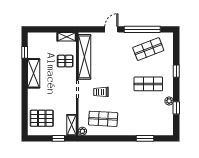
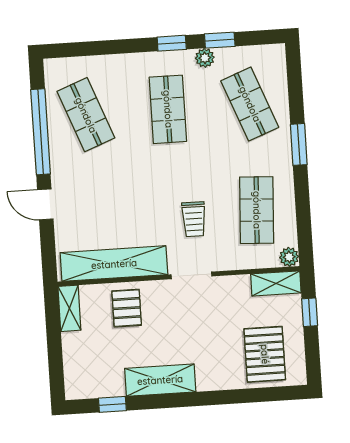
window: (176, 71) -> (172, 43), moved
shop shelf: (148, 119) -> (250, 104), added
window: (145, 138) -> (299, 144), moved

